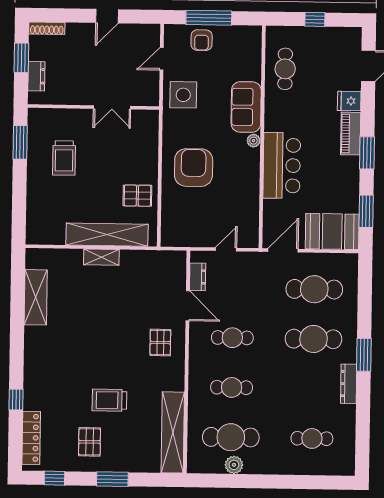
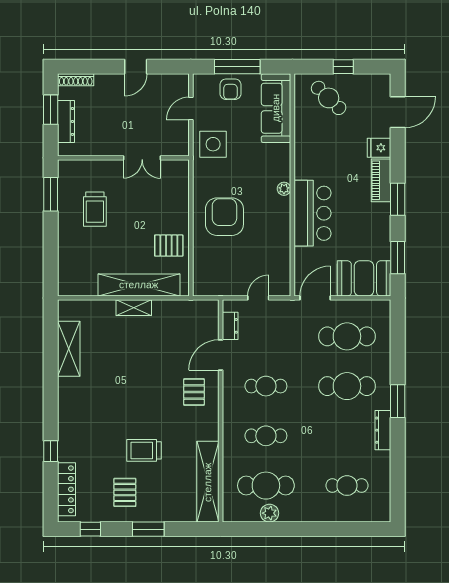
cafe table: (285, 69) -> (329, 98), moved, turned -46
dresser: (36, 76) -> (66, 121), width x1.44
sofa: (246, 107) -> (276, 108), moved, width x1.36
door: (188, 306) -> (221, 355), swing flipped

